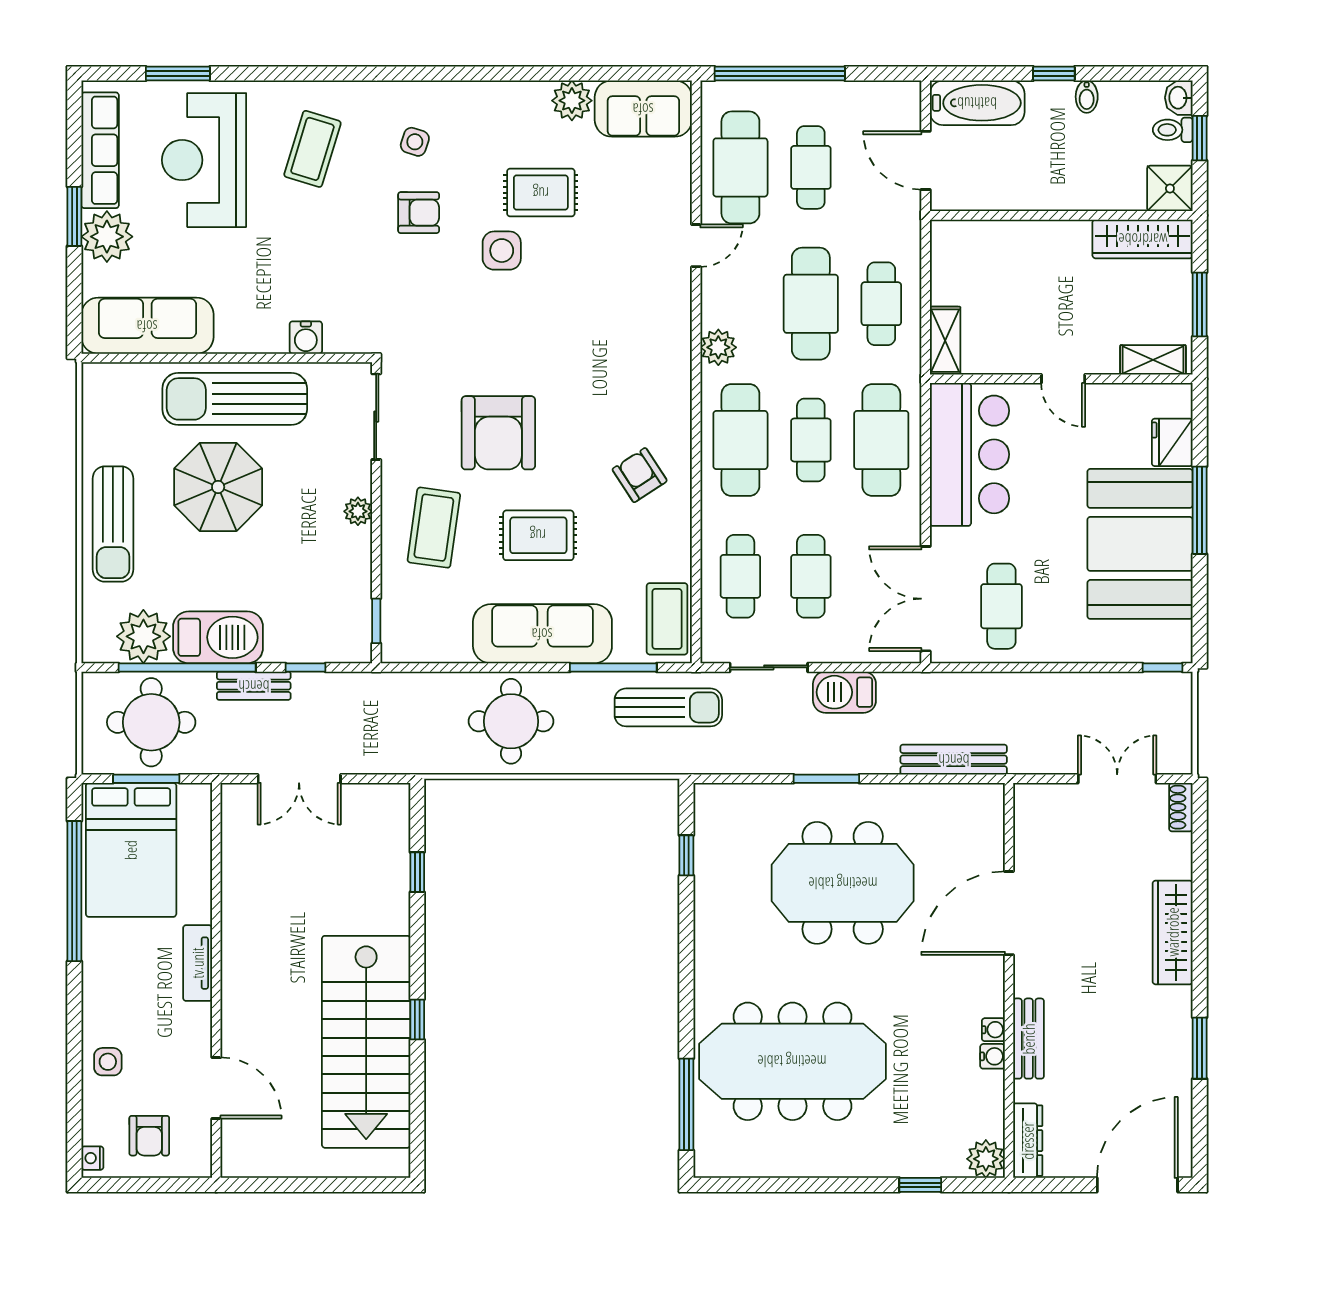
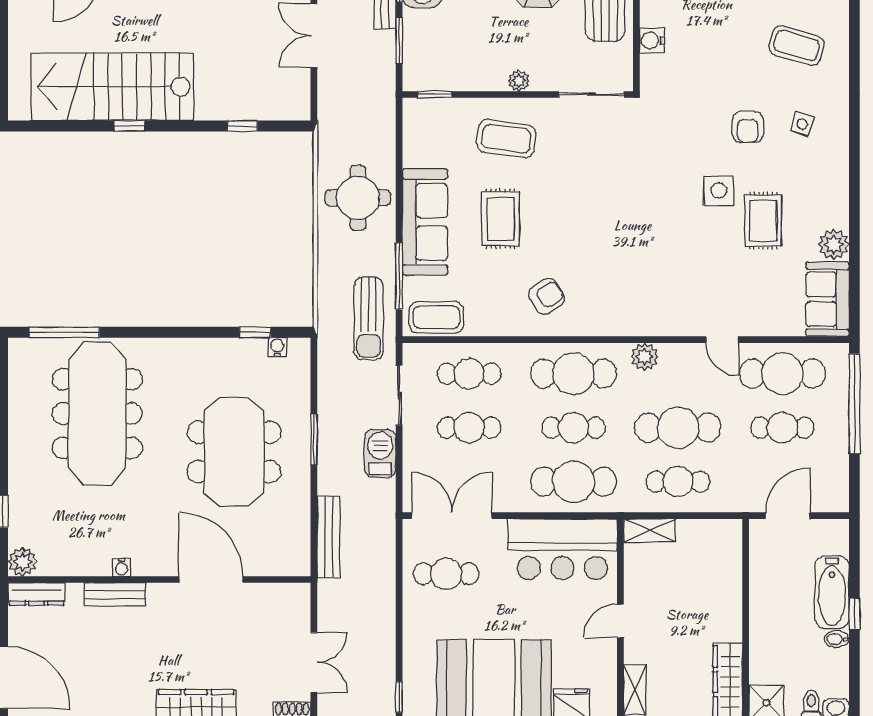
bathtub: (977, 103) -> (832, 592), moved
armchair: (498, 433) -> (579, 188), removed
window: (306, 667) -> (399, 40), width x1.50
water cooler: (993, 1056) -> (277, 347), moved, turned 180

